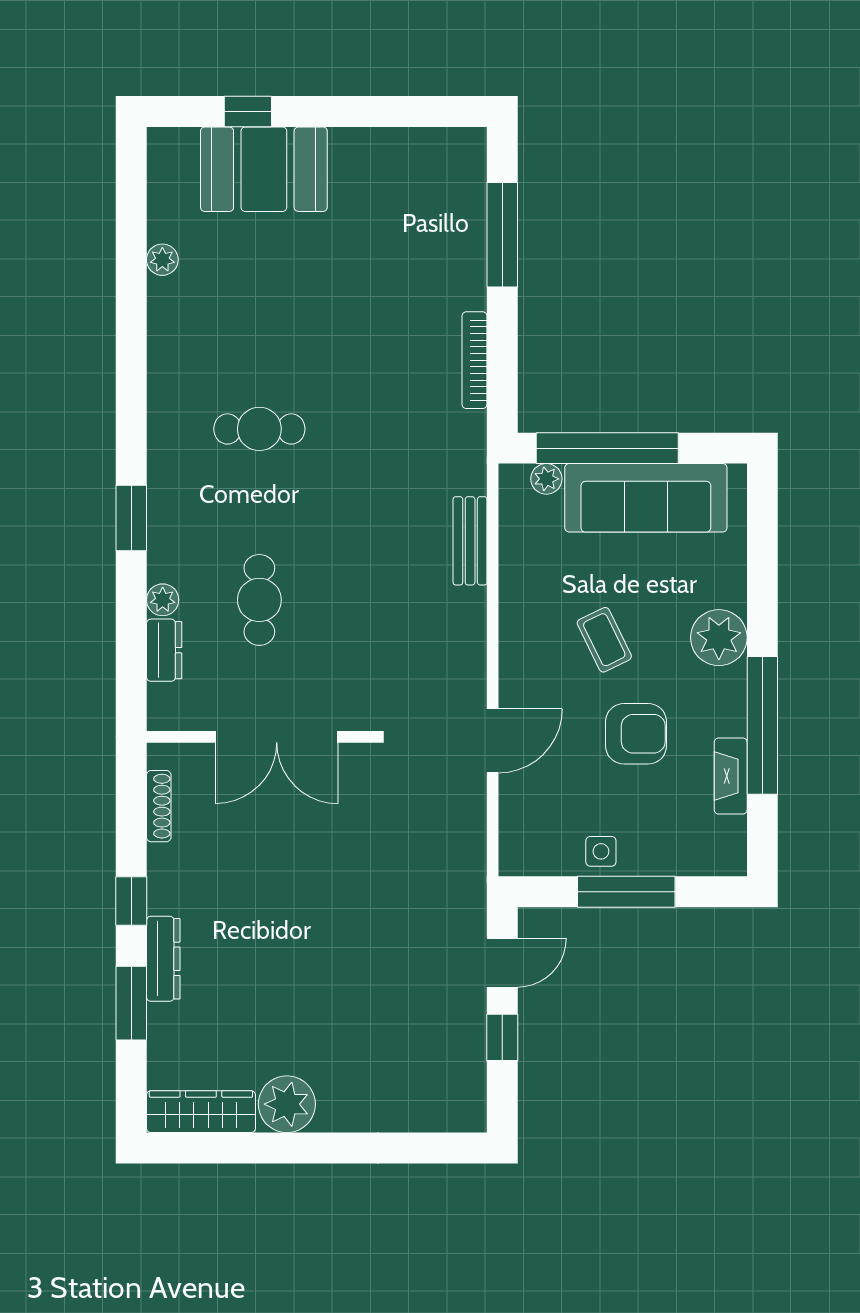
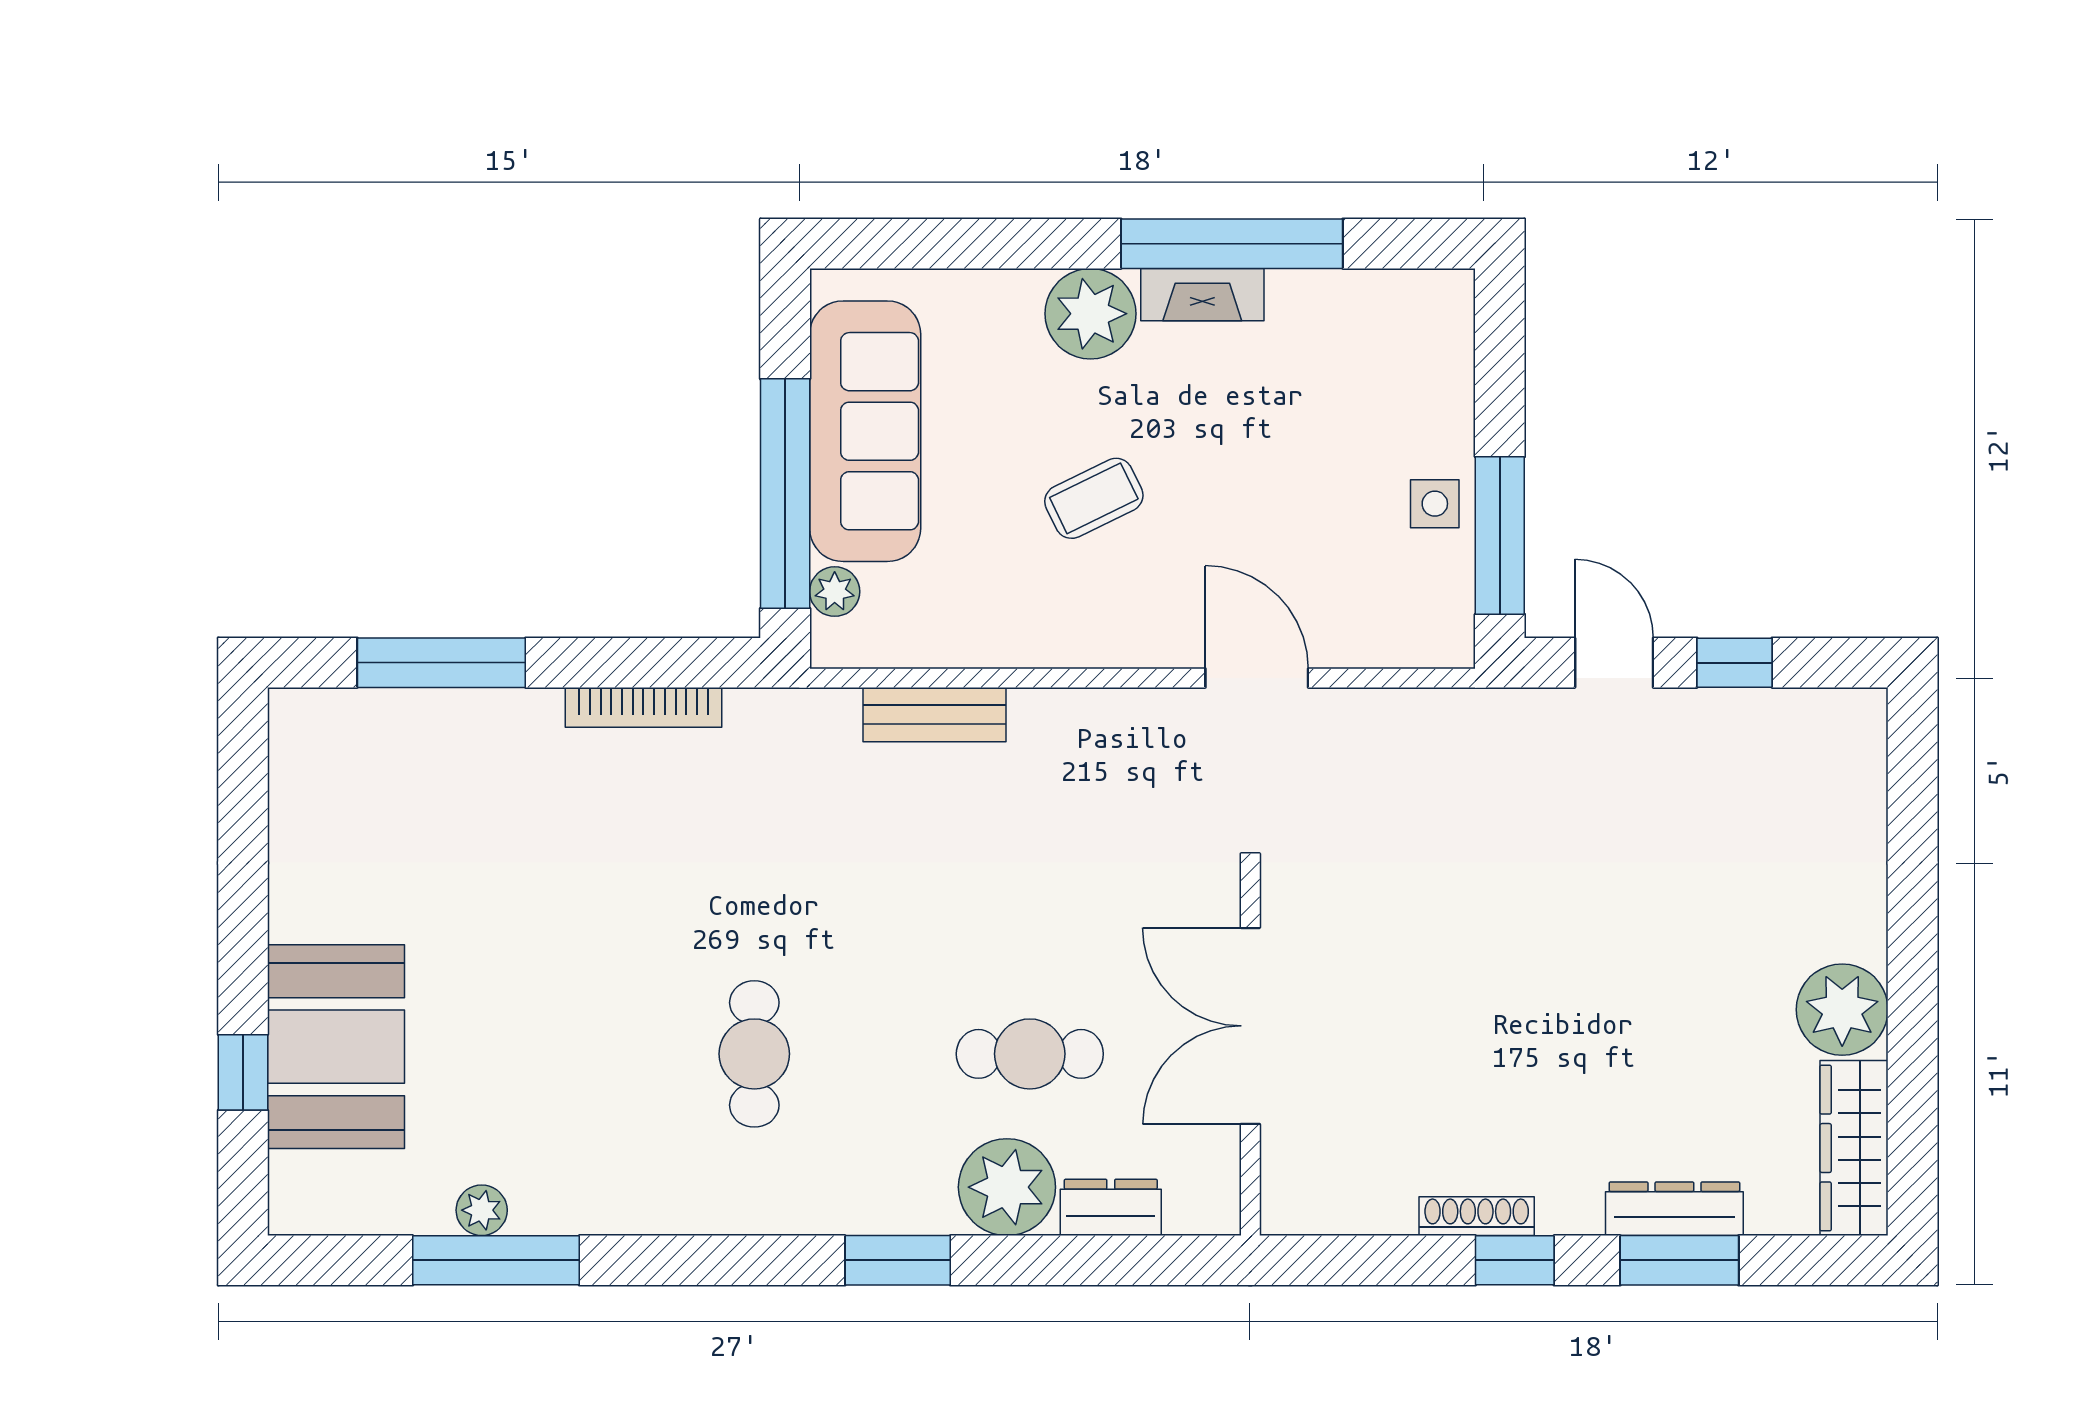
window: (131, 269) -> (496, 1260), added
plant: (163, 600) -> (1007, 1187), width x1.88, depth x1.88
armchair: (636, 734) -> (1245, 447), removed
double door: (277, 737) -> (1250, 1026), swing flipped
fireplace: (731, 776) -> (1202, 295), moved
shoe rack: (159, 806) -> (1477, 1216), moved
window: (626, 892) -> (1500, 536), moved
dresser: (163, 959) -> (1674, 1209), moved

